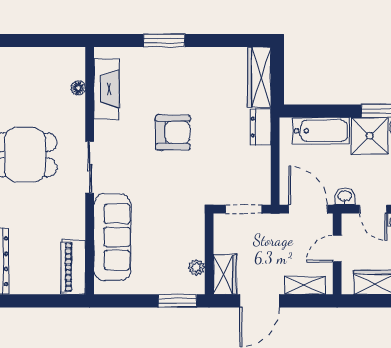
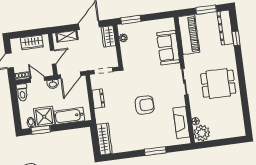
plant: (69, 63) -> (202, 133), added
dresser: (261, 127) -> (98, 99), moved
armchair: (173, 132) -> (145, 105), turned 180
door: (308, 209) -> (71, 75), hinge flipped
sofa: (112, 237) -> (168, 48), width x0.73
piano: (73, 267) -> (189, 35), width x1.37, depth x1.33
window: (29, 301) -> (206, 10), added

